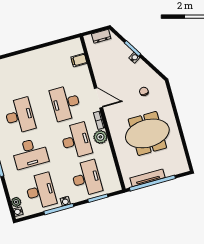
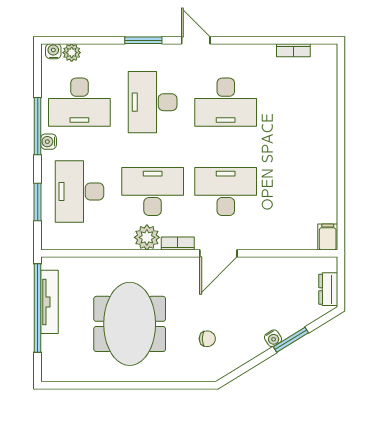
filing cabinet: (79, 60) -> (328, 237), moved
desk: (76, 141) -> (153, 192), turned 180
desk: (86, 178) -> (79, 192), turned 90

